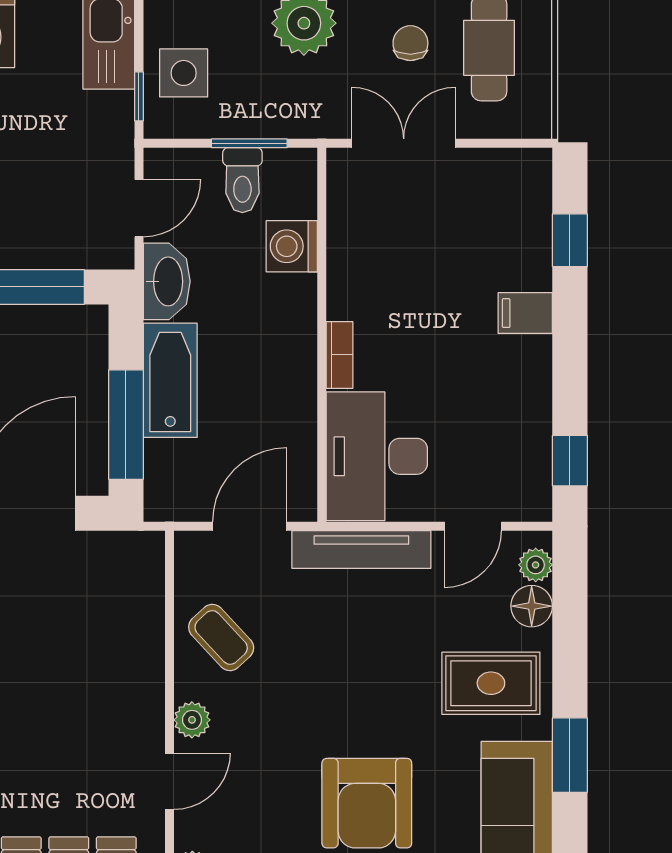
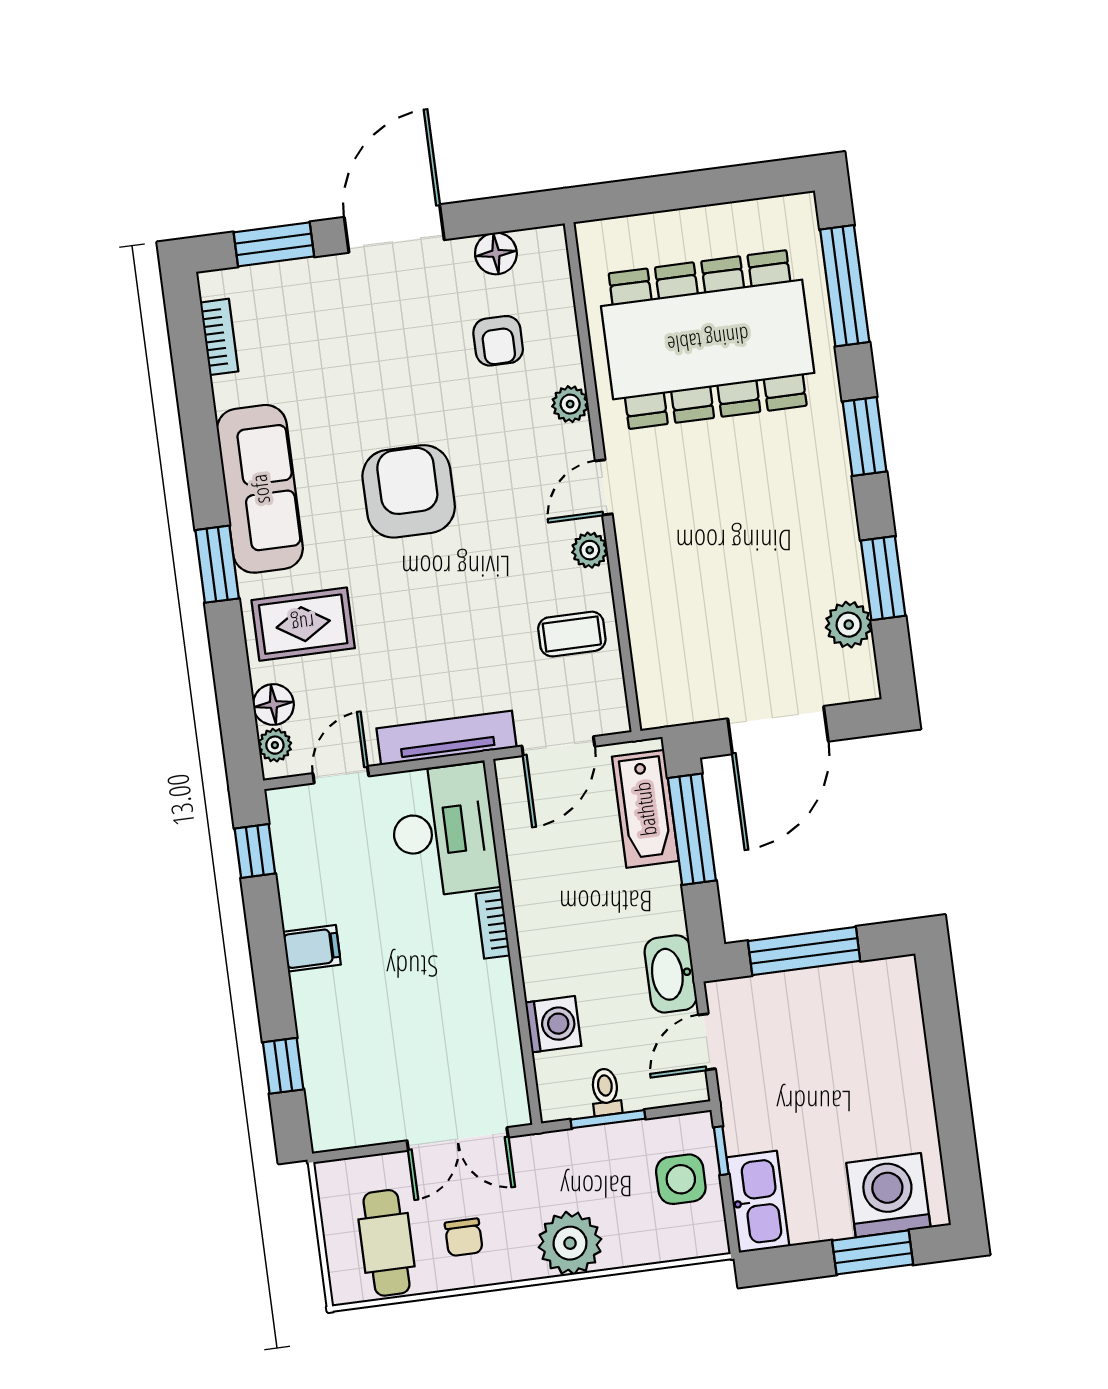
toilet: (242, 180) -> (606, 1092), width x0.73, depth x0.72
filing cabinet: (525, 313) -> (312, 948), moved
bathtub: (170, 380) -> (645, 809), moved
coffee table: (221, 638) -> (572, 634), turned -47

